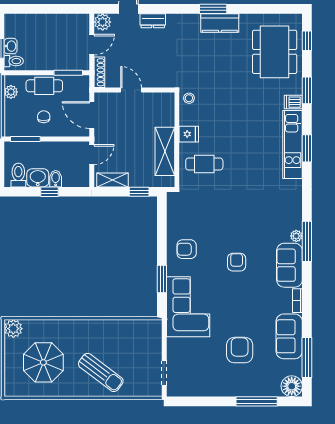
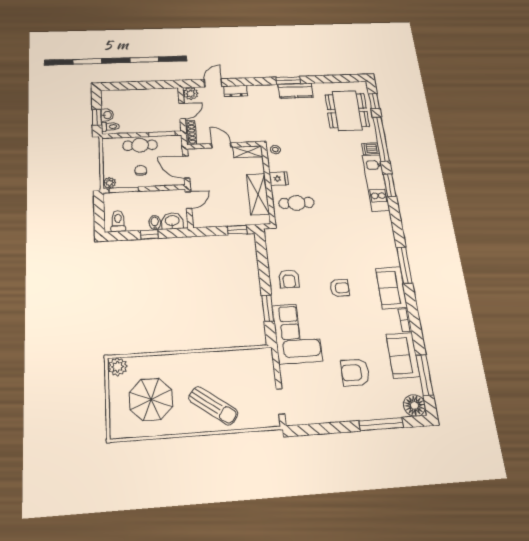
window: (307, 90) -> (381, 139), width x2.11
plant: (11, 92) -> (109, 183), moved
washbasin: (38, 178) -> (172, 221), moved
shelving: (112, 180) -> (248, 152), moved
plant: (296, 236) -> (393, 261), removed
armchair: (187, 249) -> (289, 279), turned -90
armchair: (237, 262) -> (340, 288), turned 90
armchair: (240, 350) -> (355, 372), turned -90

